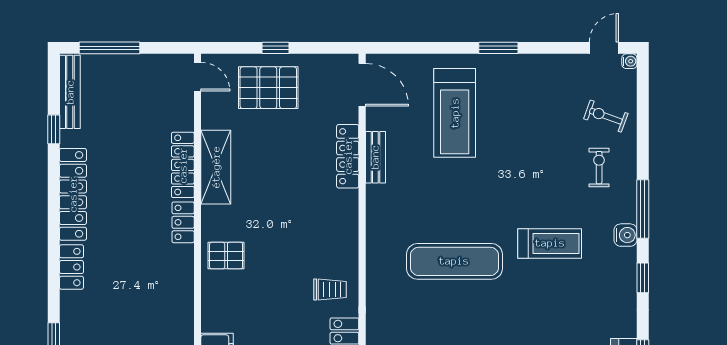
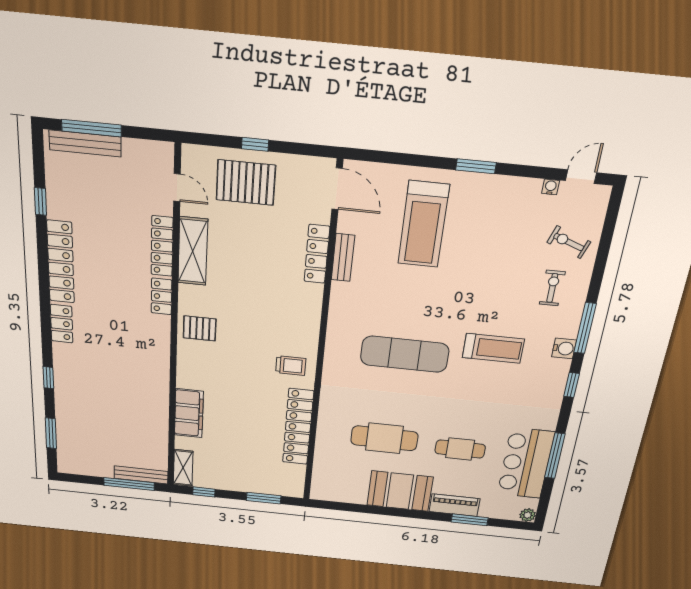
water cooler: (629, 61) -> (551, 187), moved, turned -90
door: (198, 77) -> (177, 188), moved
bench: (70, 92) -> (85, 143), moved, turned 90

